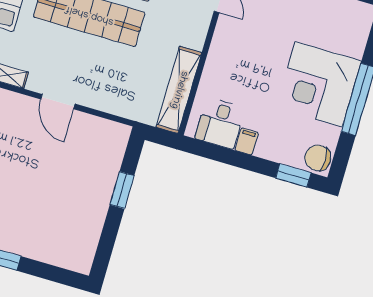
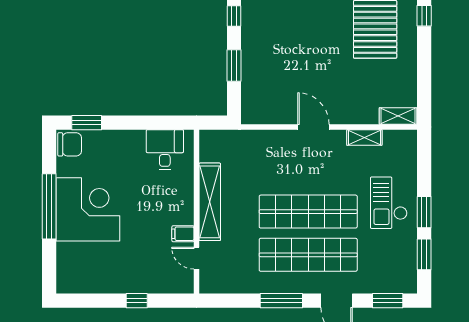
shelving: (179, 90) -> (210, 202), moved
filing cabinet: (247, 141) -> (183, 234), moved, turned 90
window: (107, 242) -> (234, 16), added

